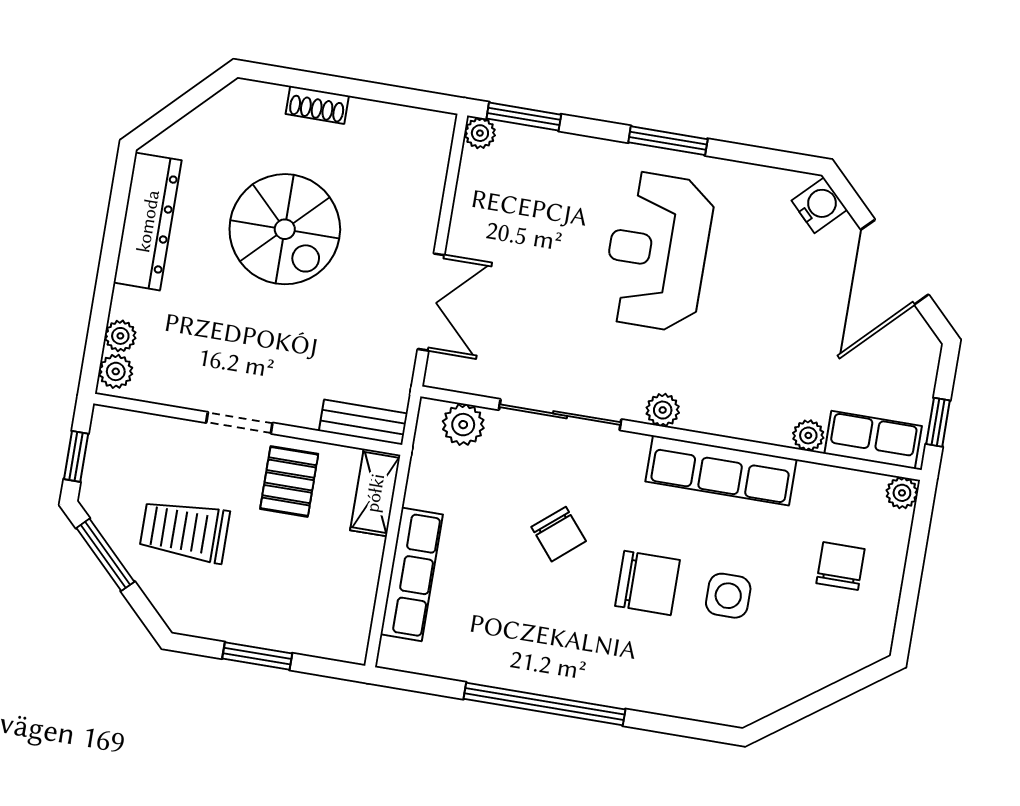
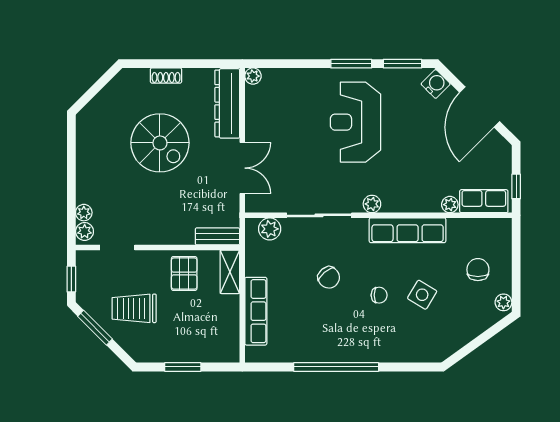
window: (524, 117) -> (402, 64), moved
dresser: (148, 221) -> (227, 103), moved, turned 180
doorway: (239, 423) -> (117, 247), moved
plant: (902, 493) -> (503, 302), moved
chair: (647, 583) -> (379, 295), width x0.54, depth x0.54
side table: (728, 596) -> (422, 295), turned 31

